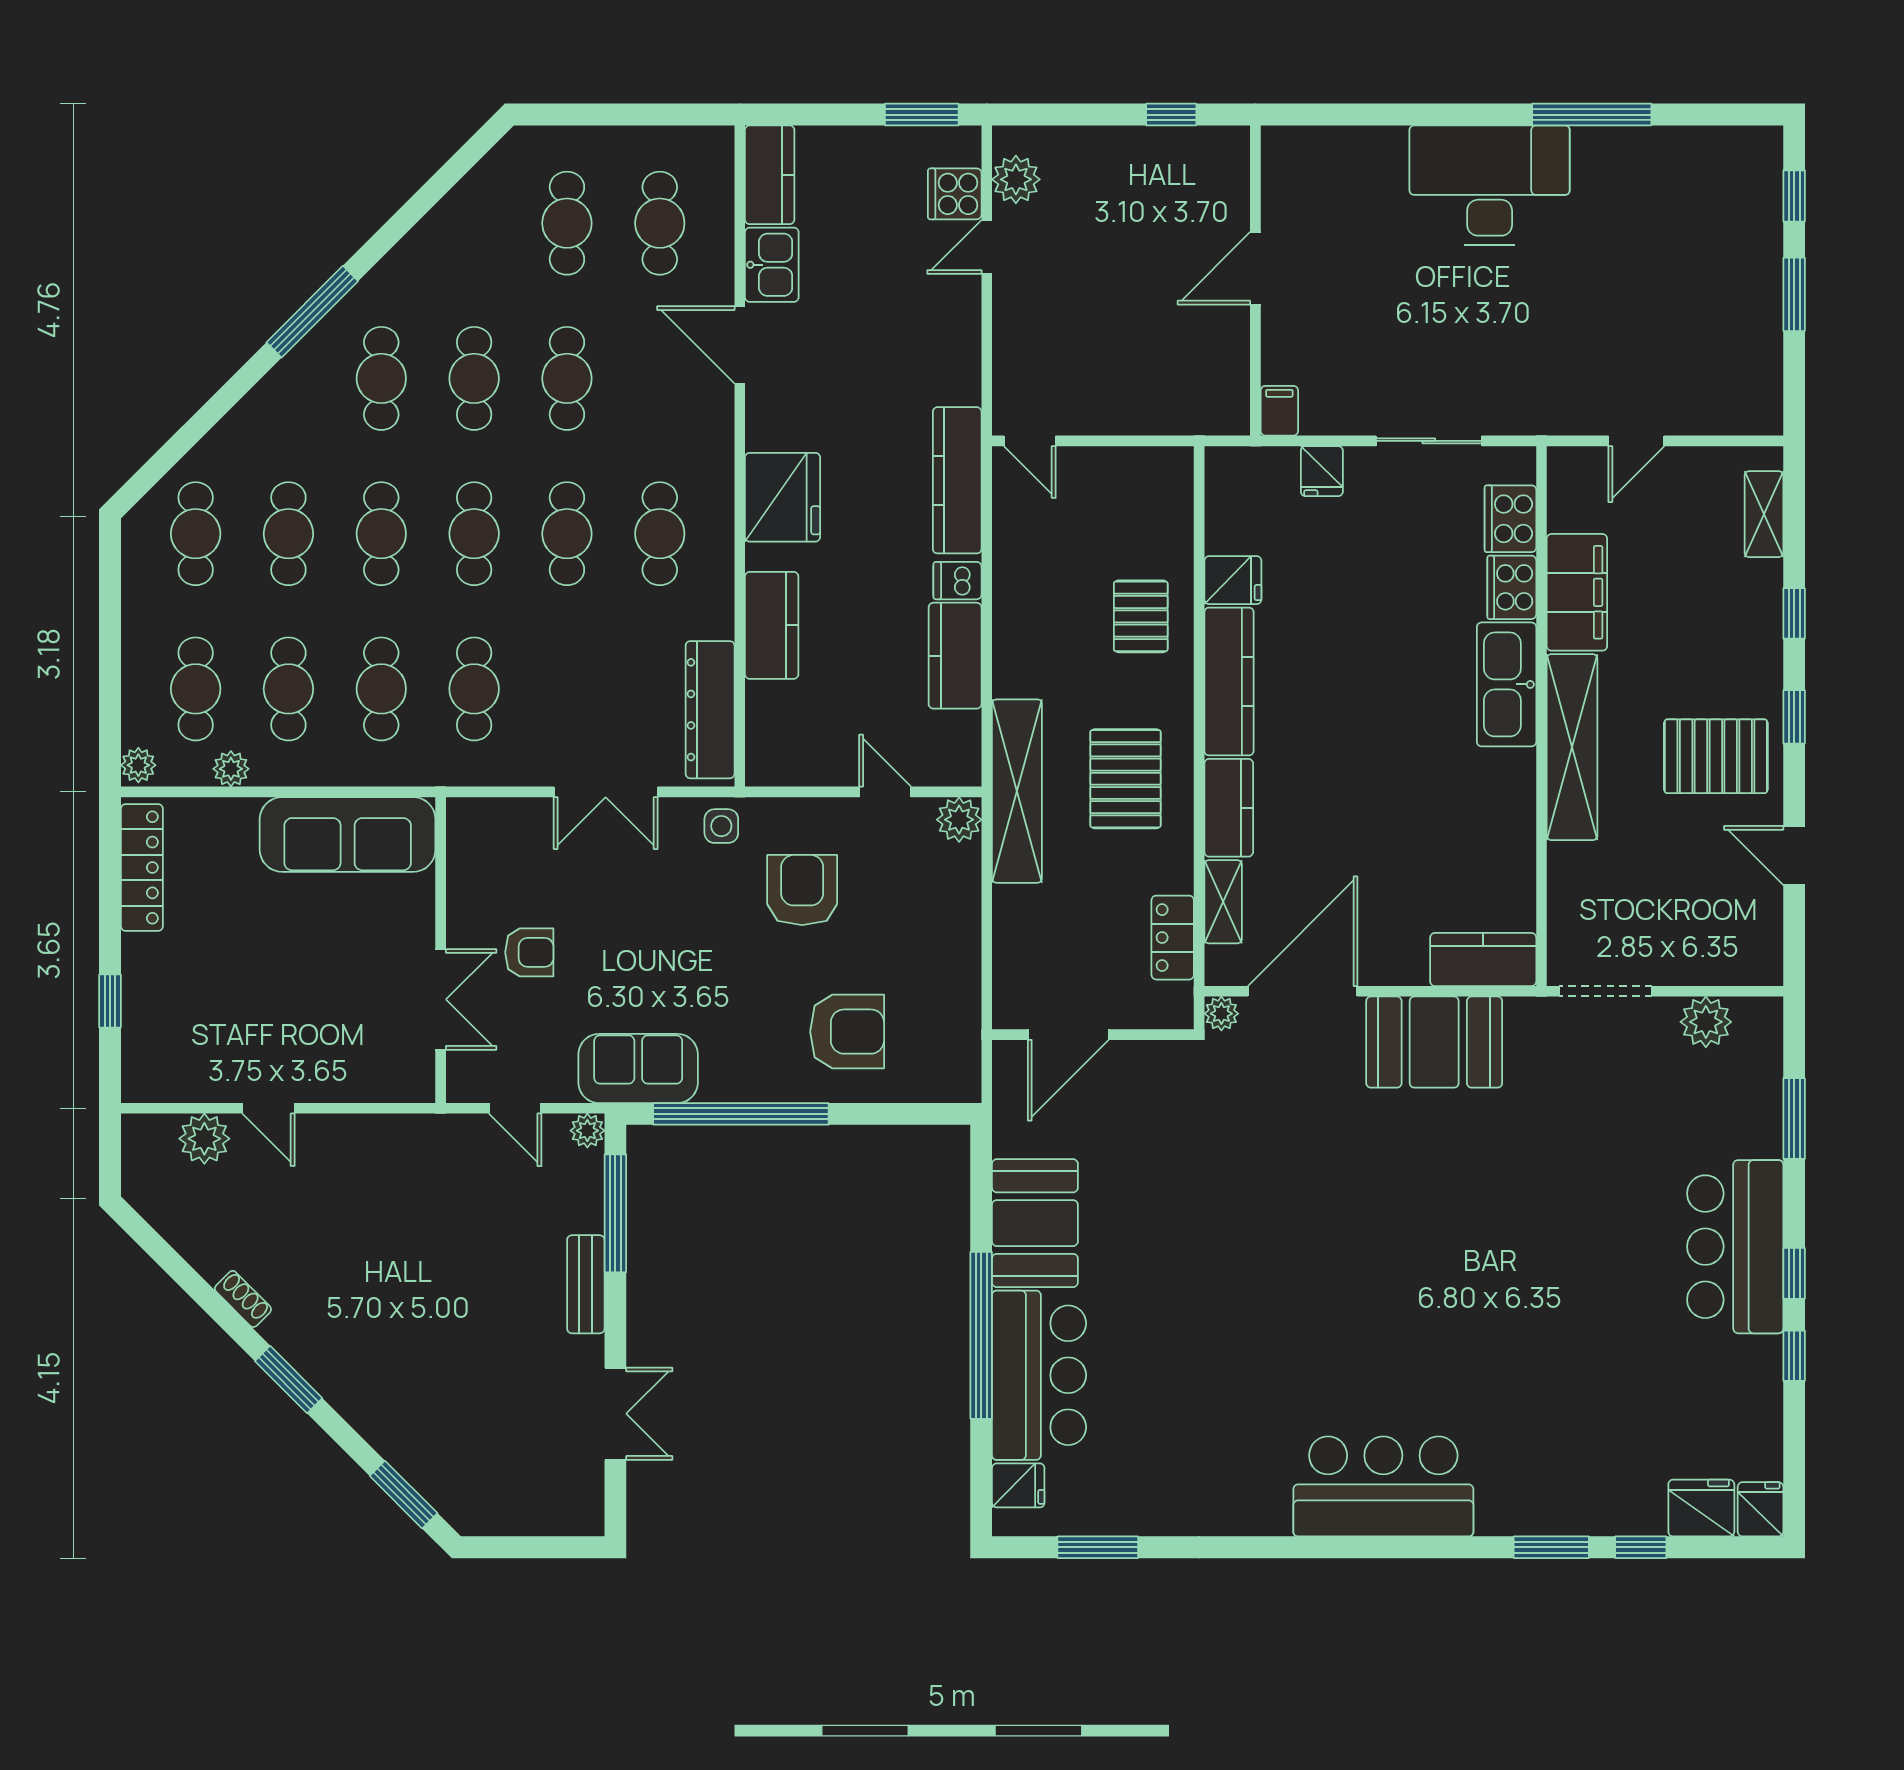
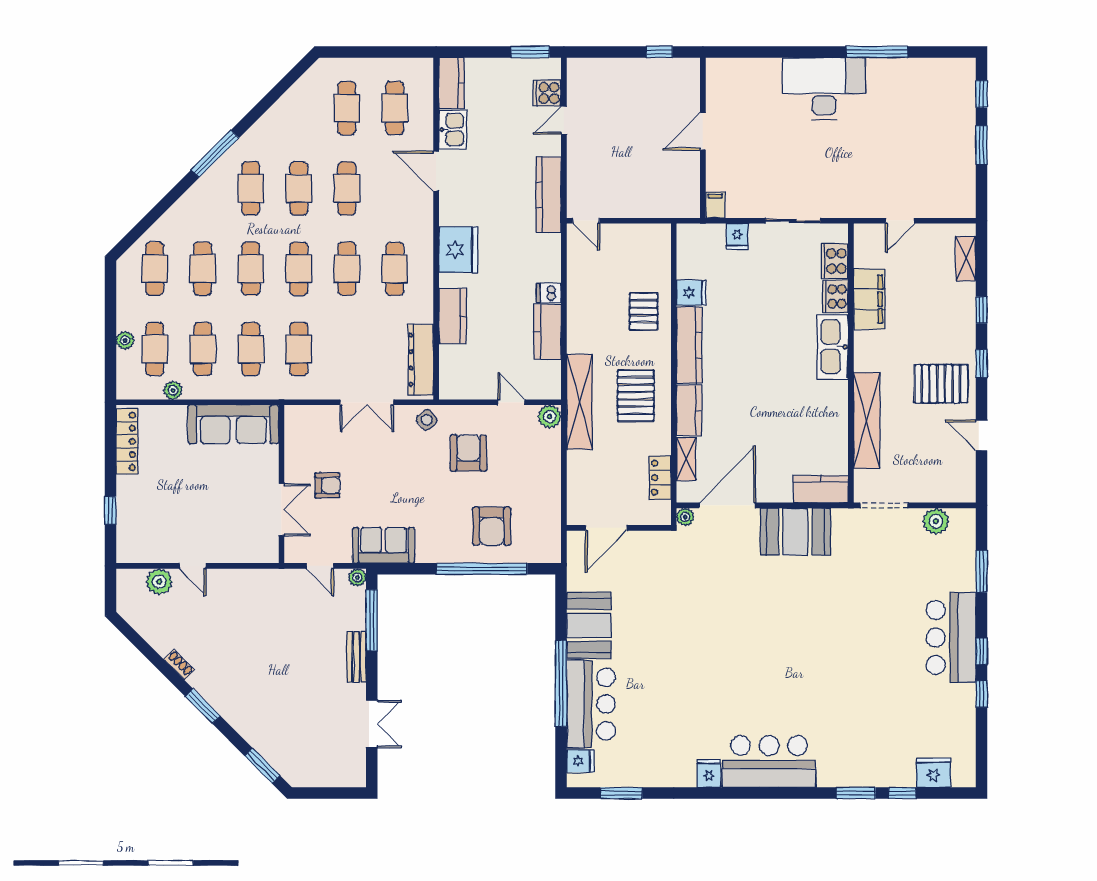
plant: (1016, 179) -> (579, 86), removed
kitchen counter: (957, 480) -> (549, 195), moved
shelving: (1572, 747) -> (867, 420), moved
plant: (138, 765) -> (125, 340), moved
side table: (721, 826) -> (427, 420), turned -38
armchair: (847, 1032) -> (492, 526), turned 90
window: (741, 1114) -> (482, 569), moved
fridge: (1761, 1509) -> (709, 773), moved

